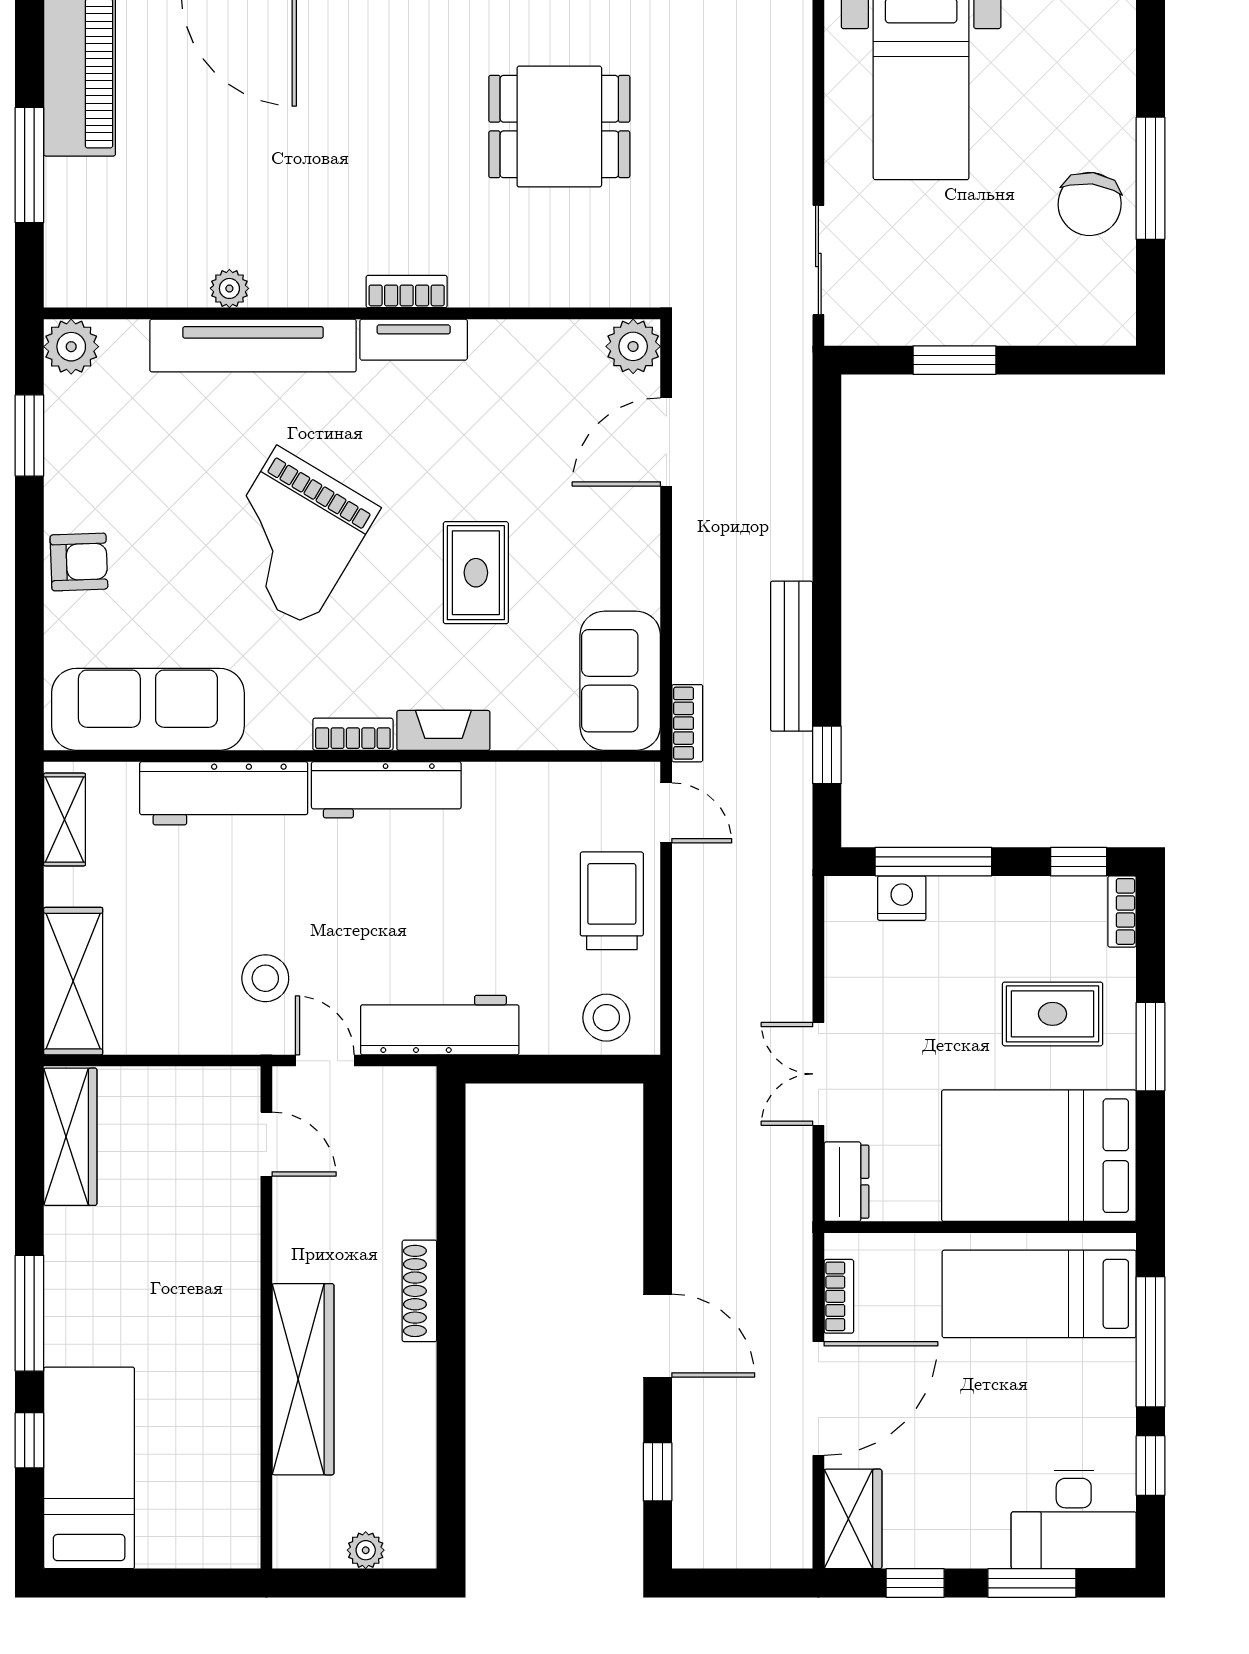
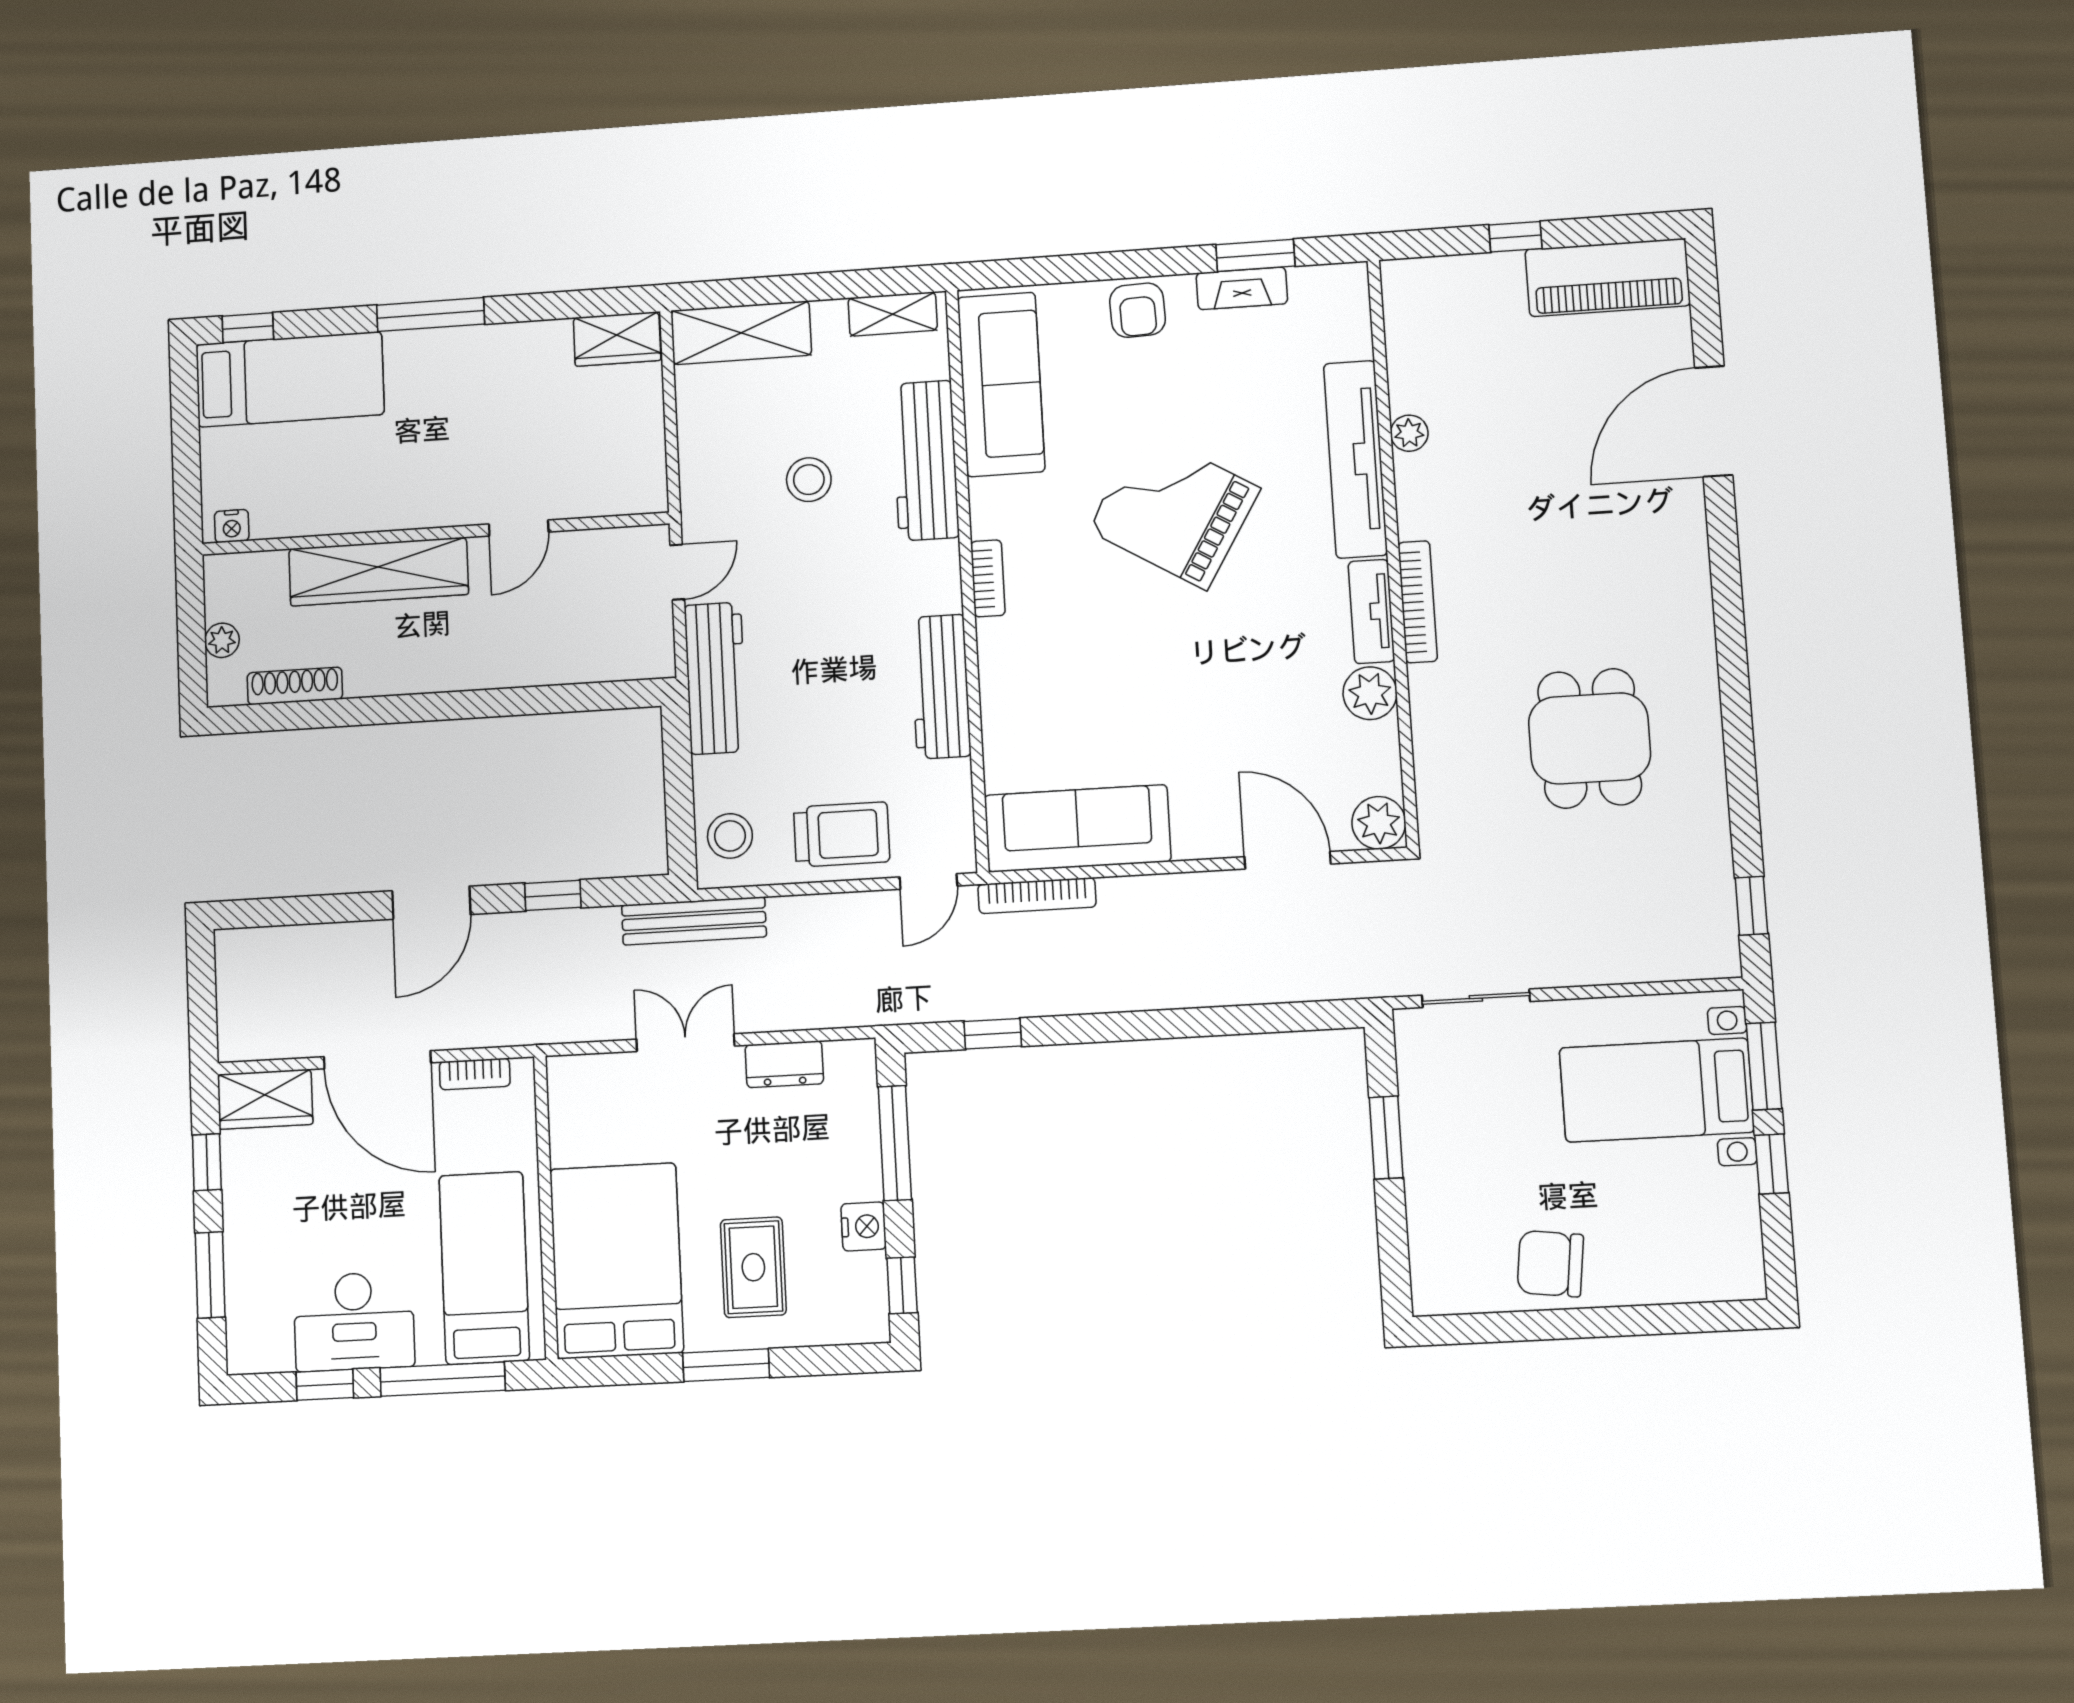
window: (29, 165) -> (1515, 237), width x0.46
window: (1151, 178) -> (1580, 1323), removed
bookcase: (407, 292) -> (1418, 602), width x1.56
plant: (71, 347) -> (1370, 693), moved
rug: (476, 573) -> (1150, 685), removed
bench: (792, 656) -> (694, 921), moved
sofa: (620, 681) -> (1077, 828), width x1.36
bookcase: (687, 723) -> (1037, 896), width x1.56
fireplace: (443, 730) -> (1242, 288), moved, turned 90
workbench: (386, 790) -> (940, 687), moved
nightstand: (902, 898) -> (864, 1226), moved
bookcase: (1122, 911) -> (856, 1331), removed
stool: (265, 978) -> (809, 480), moved
wardrobe: (70, 1137) -> (617, 339), width x0.67
door: (266, 1144) -> (519, 528), moved
dresser: (846, 1182) -> (784, 1064), moved
shoe rack: (419, 1291) -> (295, 686), moved
window: (29, 1440) -> (248, 328), moved
window: (658, 1472) -> (553, 895), moved
desk: (1074, 1520) -> (354, 1321), moved, turned -90
nightstand: (244, 1536) -> (232, 526), added

